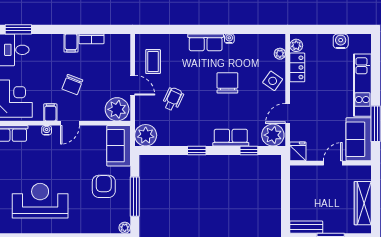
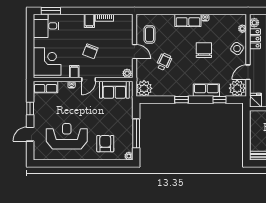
plant: (117, 109) -> (127, 73), width x0.53, depth x0.53
sofa: (119, 146) -> (114, 90), moved, turned -90
armchair: (104, 186) -> (105, 144), moved

